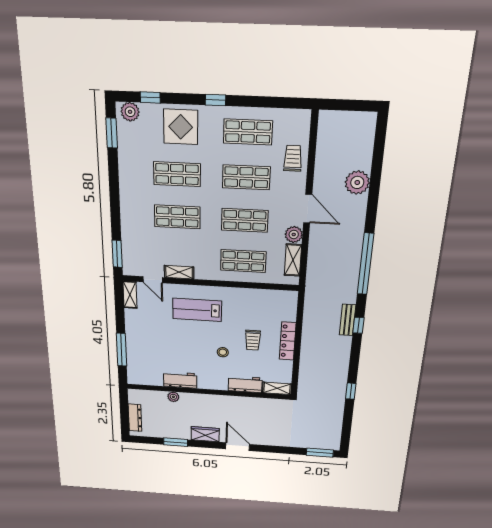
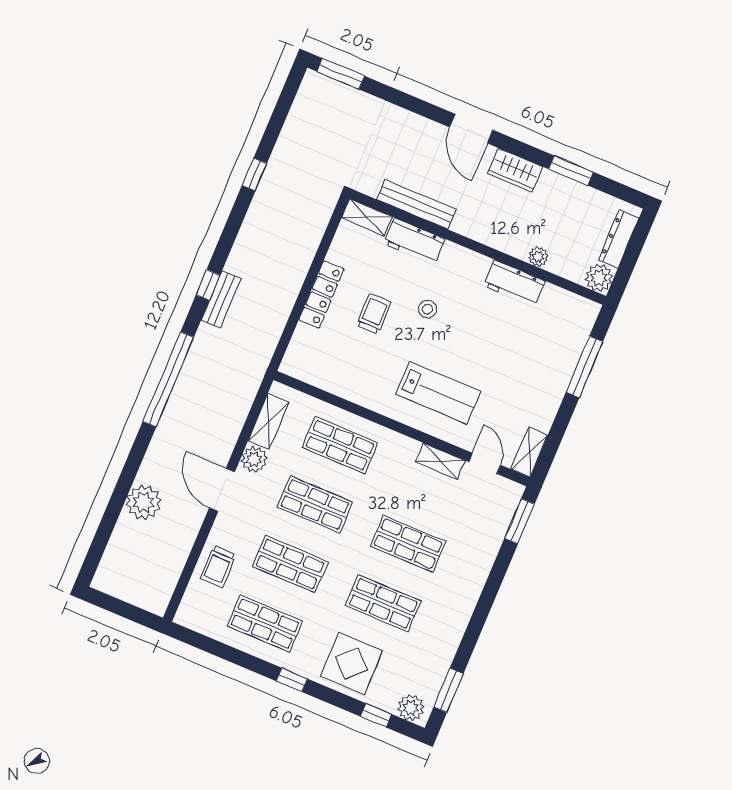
plant: (136, 396) -> (599, 278), added
bench: (252, 403) -> (417, 205), added

